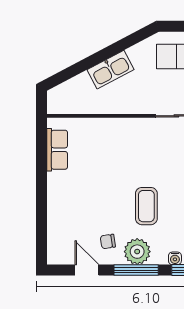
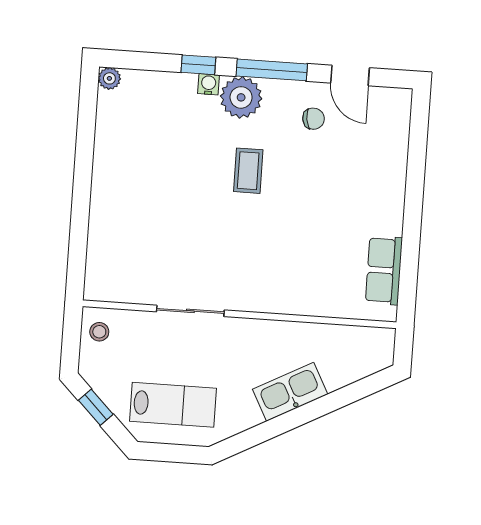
coffee table: (146, 206) -> (248, 171), width x0.73, depth x0.77
plant: (137, 252) -> (241, 97), moved

